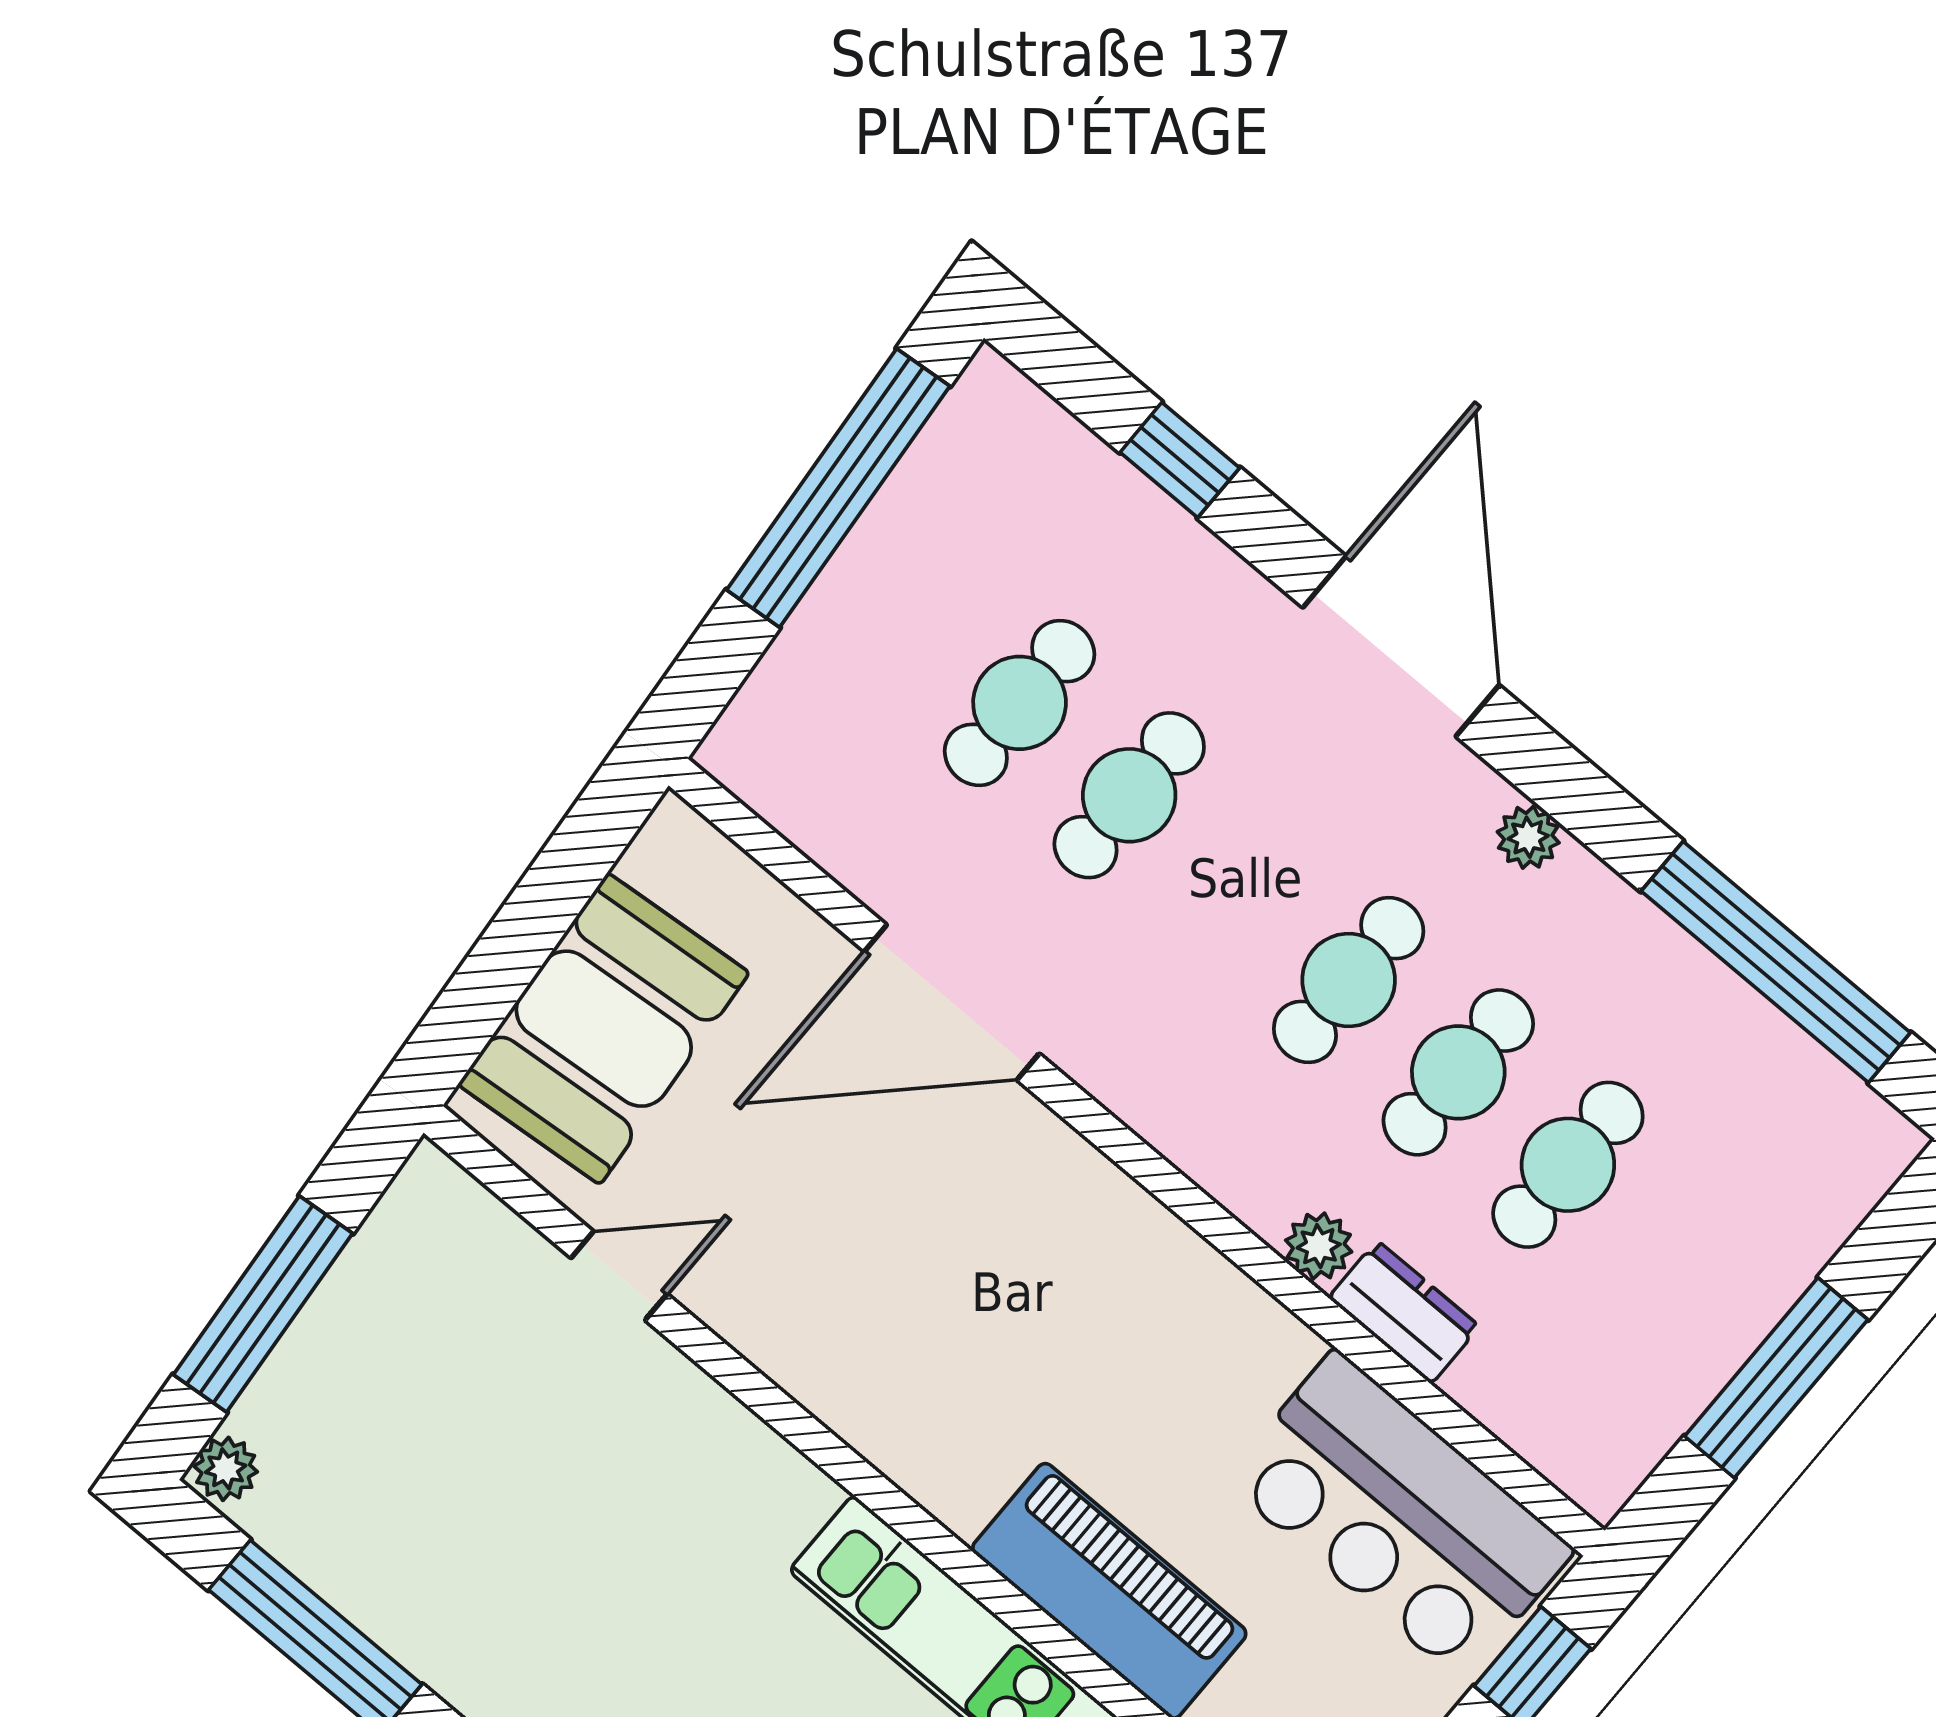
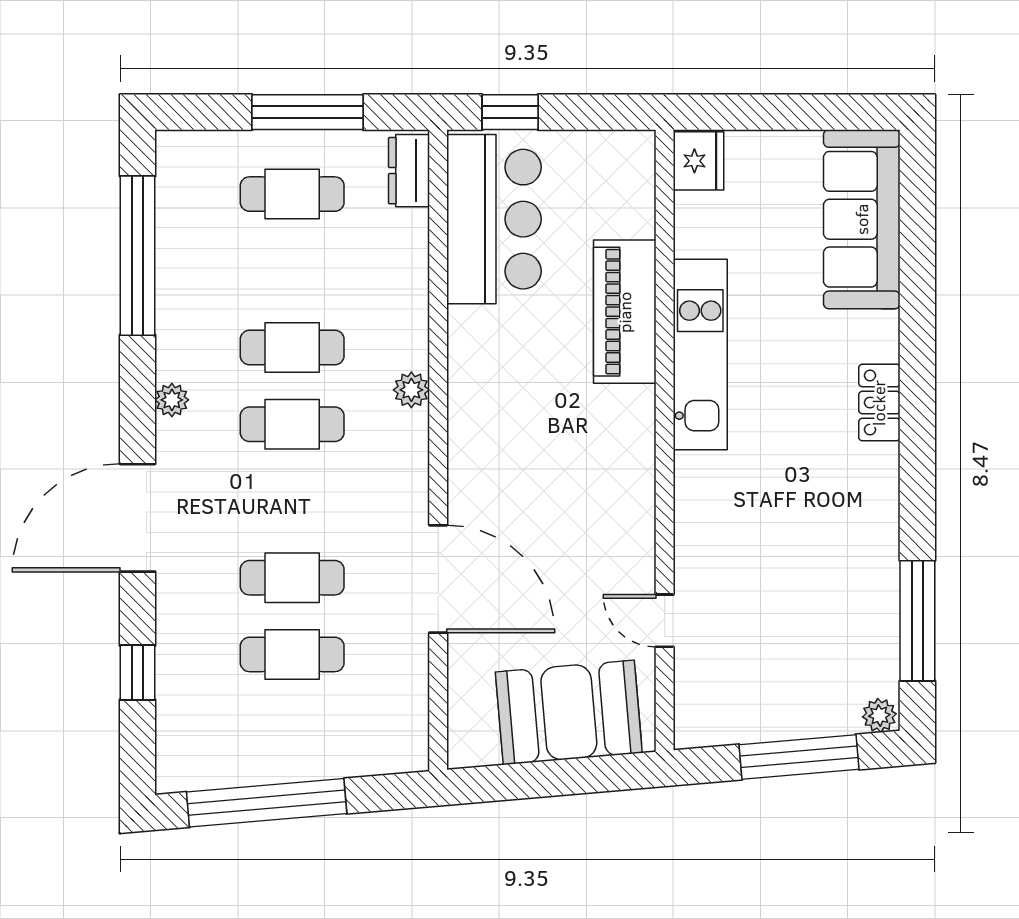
cafe table: (1568, 1165) -> (292, 194), moved
plant: (1319, 1246) -> (411, 390), moved
dresser: (1404, 1312) -> (409, 171), moved

